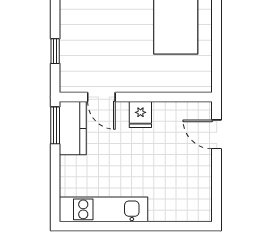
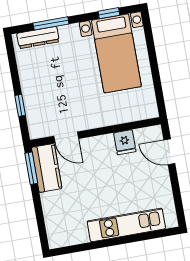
fridge: (140, 114) -> (125, 142), moved
kitchen unit: (104, 209) -> (126, 225), moved

